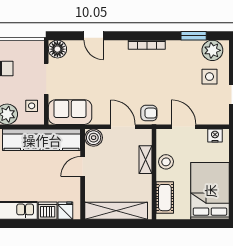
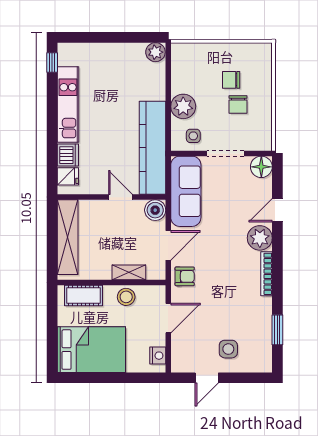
plant: (212, 50) -> (260, 238), moved
sofa: (70, 112) -> (186, 191), width x1.36
armchair: (149, 113) -> (185, 276), turned -90

